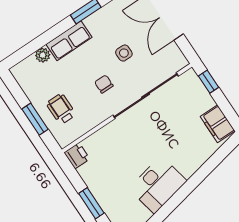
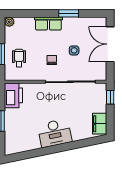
plant: (43, 55) -> (9, 22), moved
printer: (77, 156) -> (13, 95), width x1.87, depth x1.48
desk: (158, 185) -> (55, 133), moved

